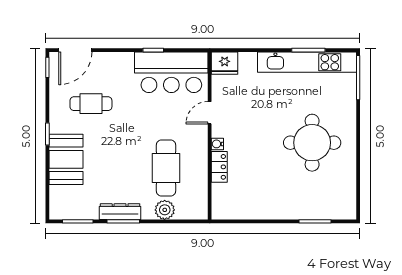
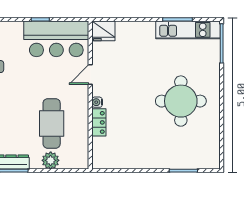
kitchen unit: (307, 62) -> (188, 30), width x0.73

